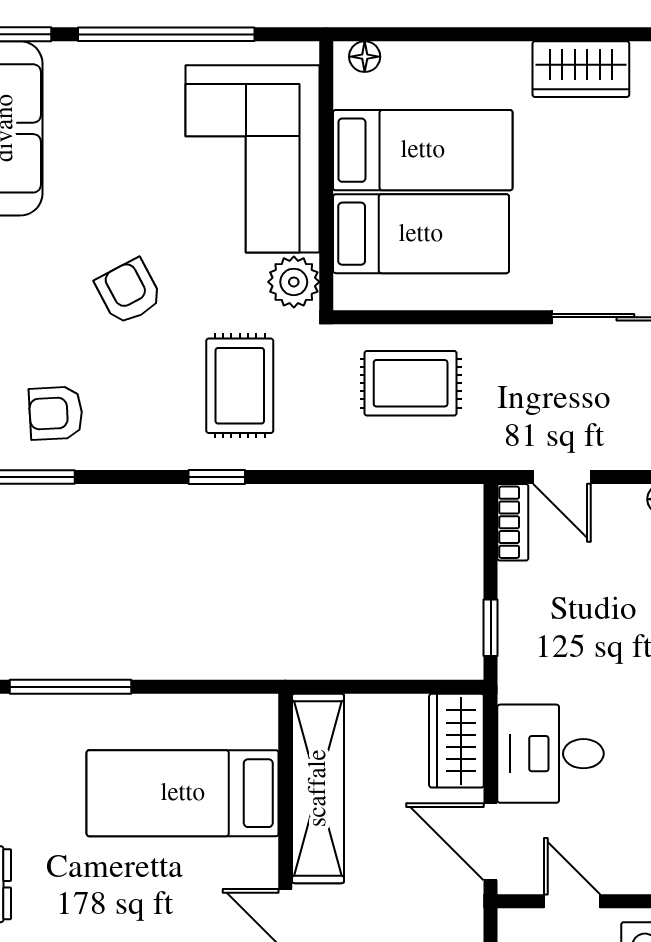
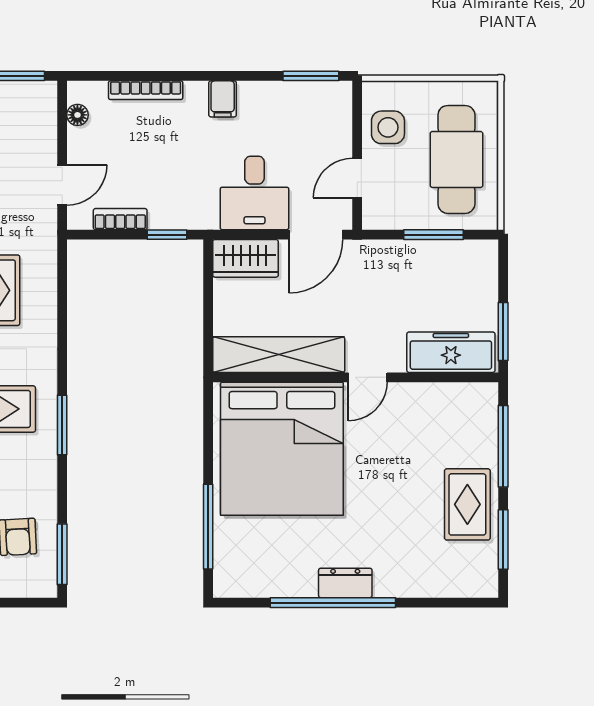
window: (217, 477) -> (62, 425), width x1.50
bookcase: (513, 522) -> (120, 219), moved
bed: (183, 793) -> (282, 449), width x2.04

